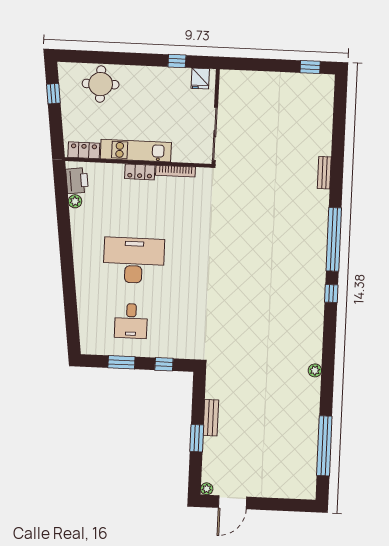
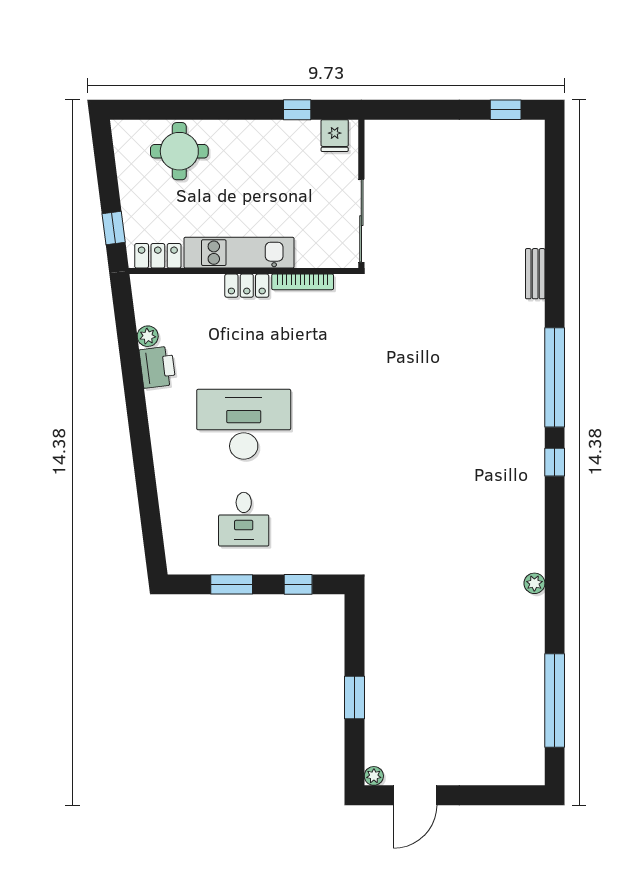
window: (53, 94) -> (114, 228), moved
printer: (77, 181) -> (157, 367), moved
bench: (211, 418) -> (375, 665), removed

